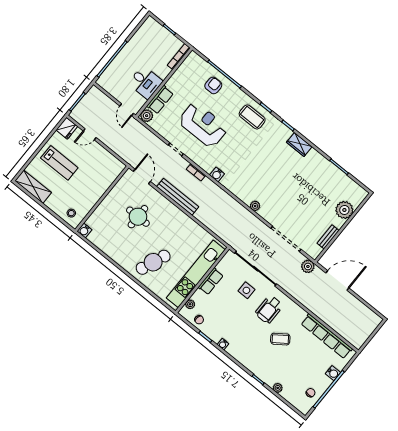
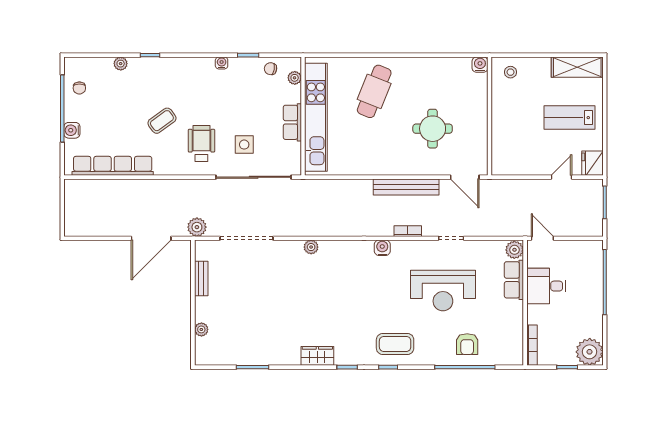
plant: (151, 28) -> (590, 352), added
plant: (344, 210) -> (201, 329), width x0.53, depth x0.53

